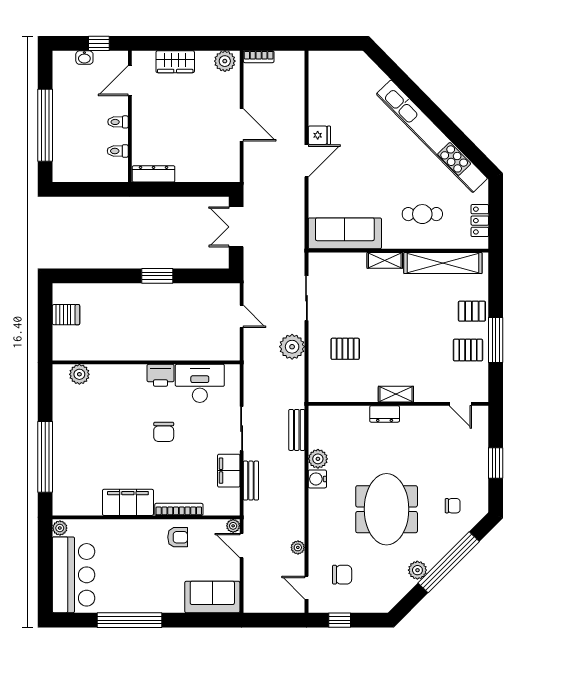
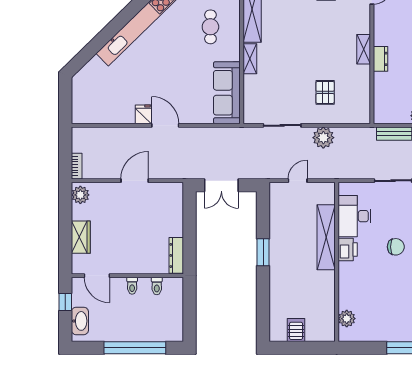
washbasin: (84, 58) -> (80, 321), width x1.91, depth x1.45
shelving: (175, 350) -> (326, 237), added

